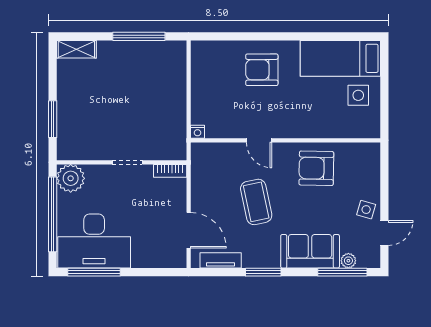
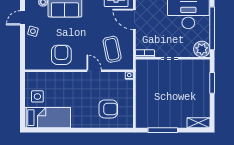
armchair: (262, 70) -> (108, 109), moved
armchair: (316, 168) -> (61, 55), turned -91
coffee table: (256, 202) -> (112, 49), moved

